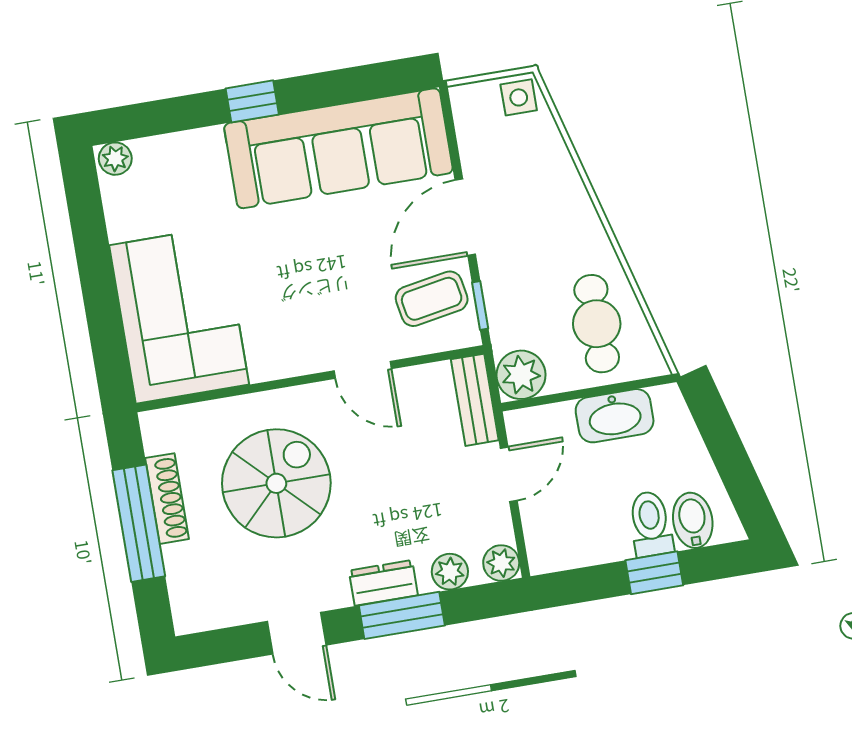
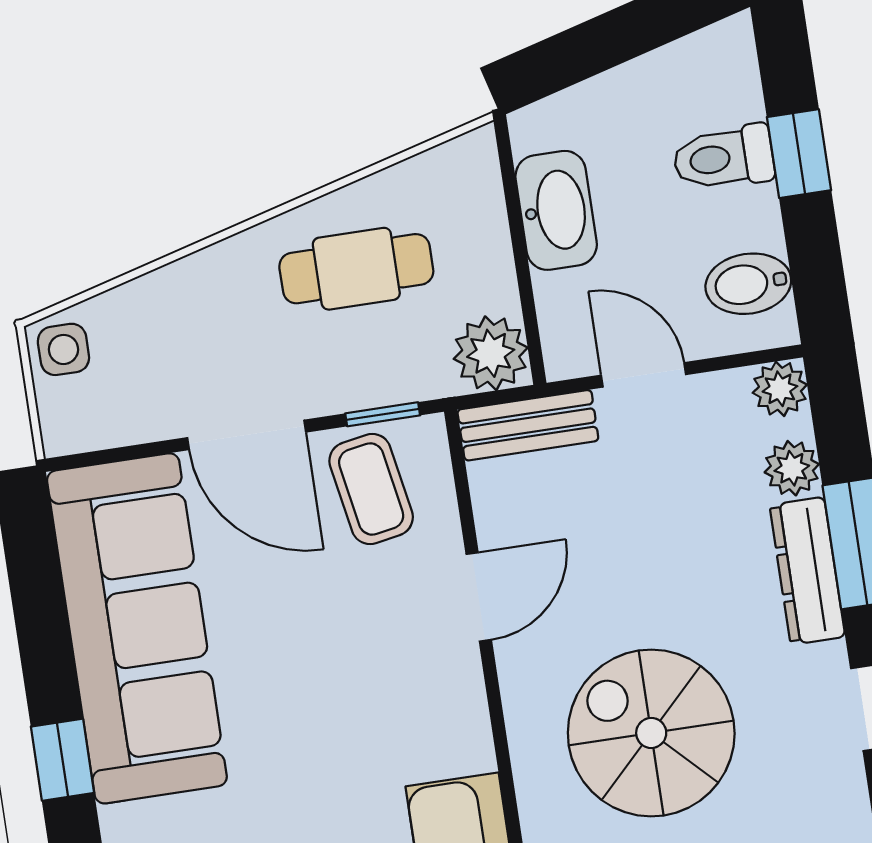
cafe table: (597, 324) -> (356, 269), moved
bidet: (693, 520) -> (748, 284), moved
dresser: (383, 583) -> (807, 571), width x1.44

